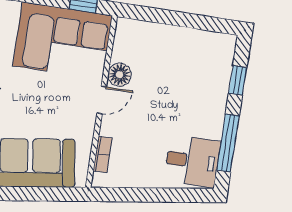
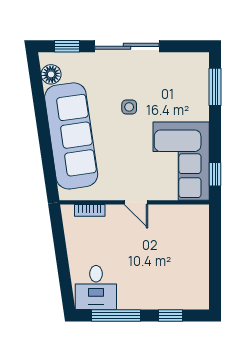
floor lamp: (120, 75) -> (160, 214), removed

